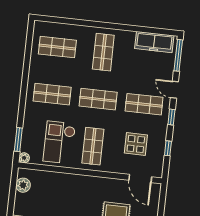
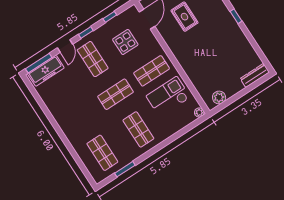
freezer: (154, 42) -> (46, 71), moved, turned 90
shop shelf: (103, 52) -> (79, 118), removed
shop shelf: (98, 99) -> (116, 94), turned 90
window: (18, 140) -> (125, 169), moved
checkout: (59, 142) -> (168, 97), turned 180

